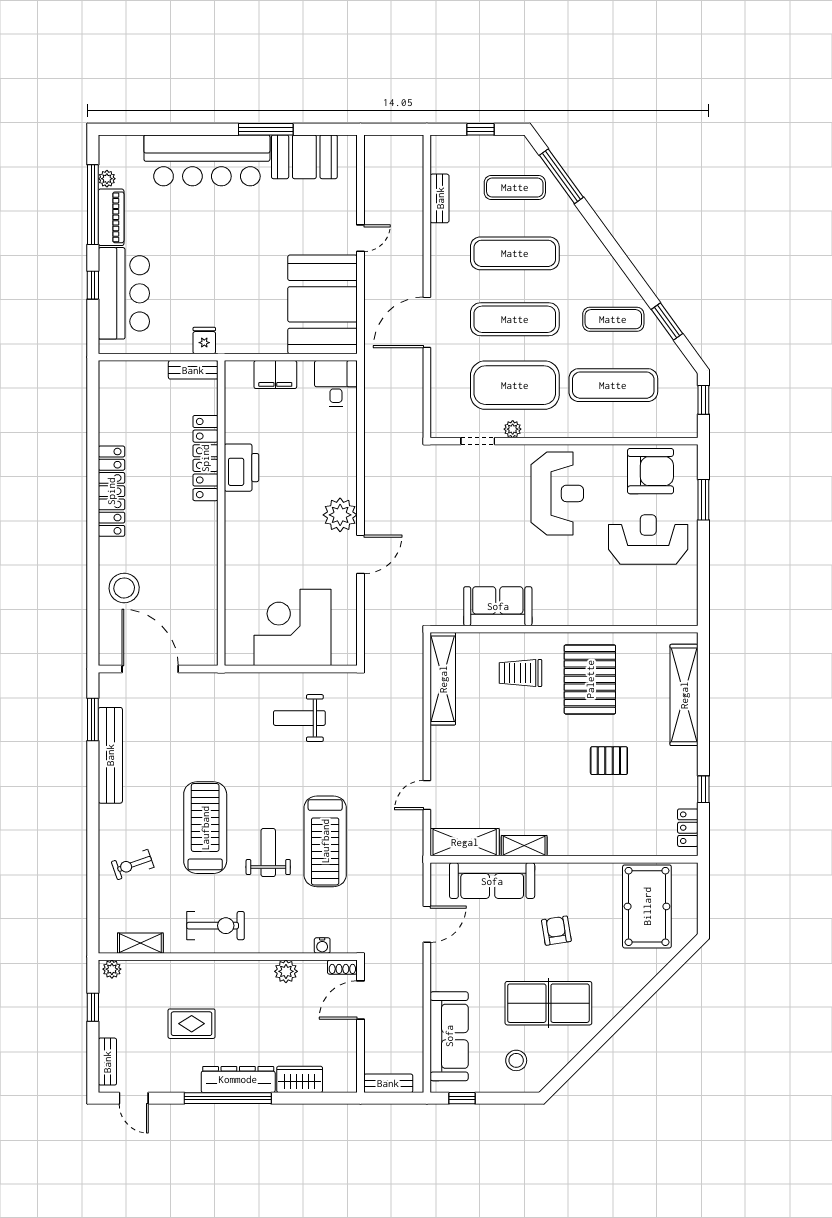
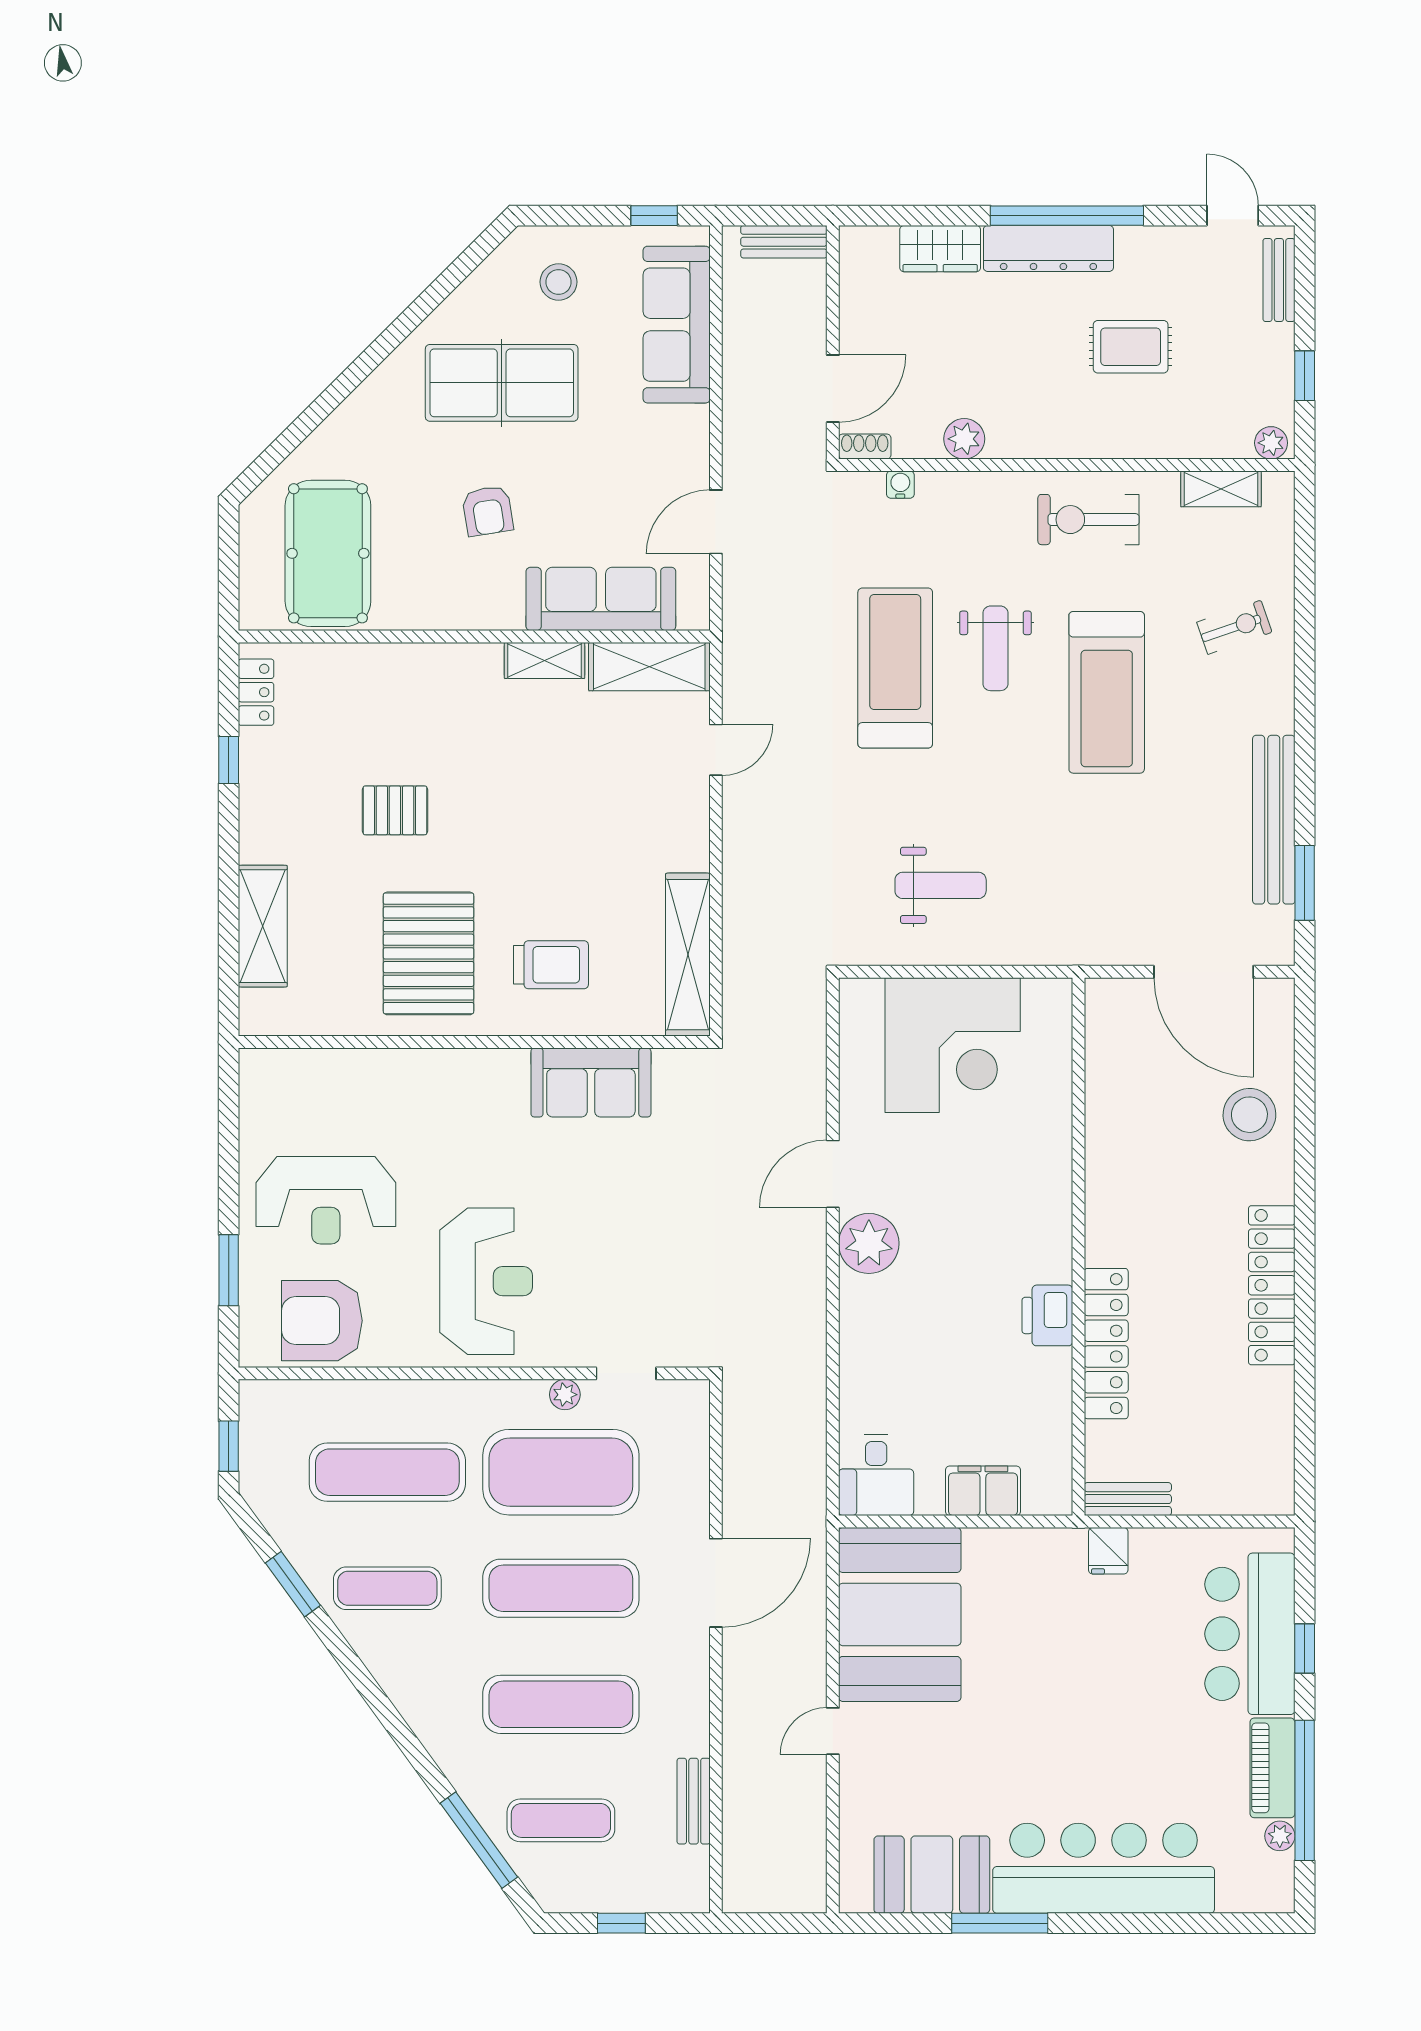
printer: (242, 468) -> (1047, 1315), width x0.73, depth x0.84
reception desk: (557, 493) -> (486, 1281), turned 180
shelving: (684, 695) -> (263, 926), width x0.68

